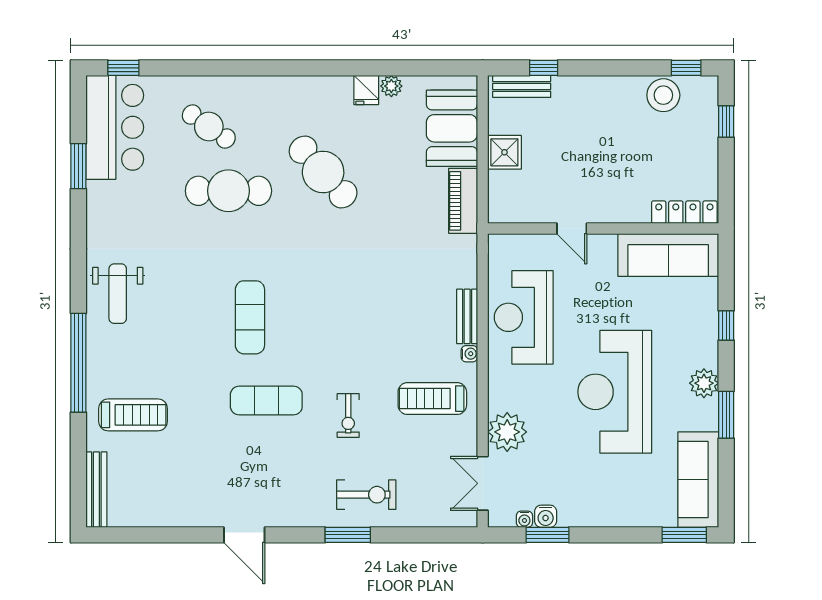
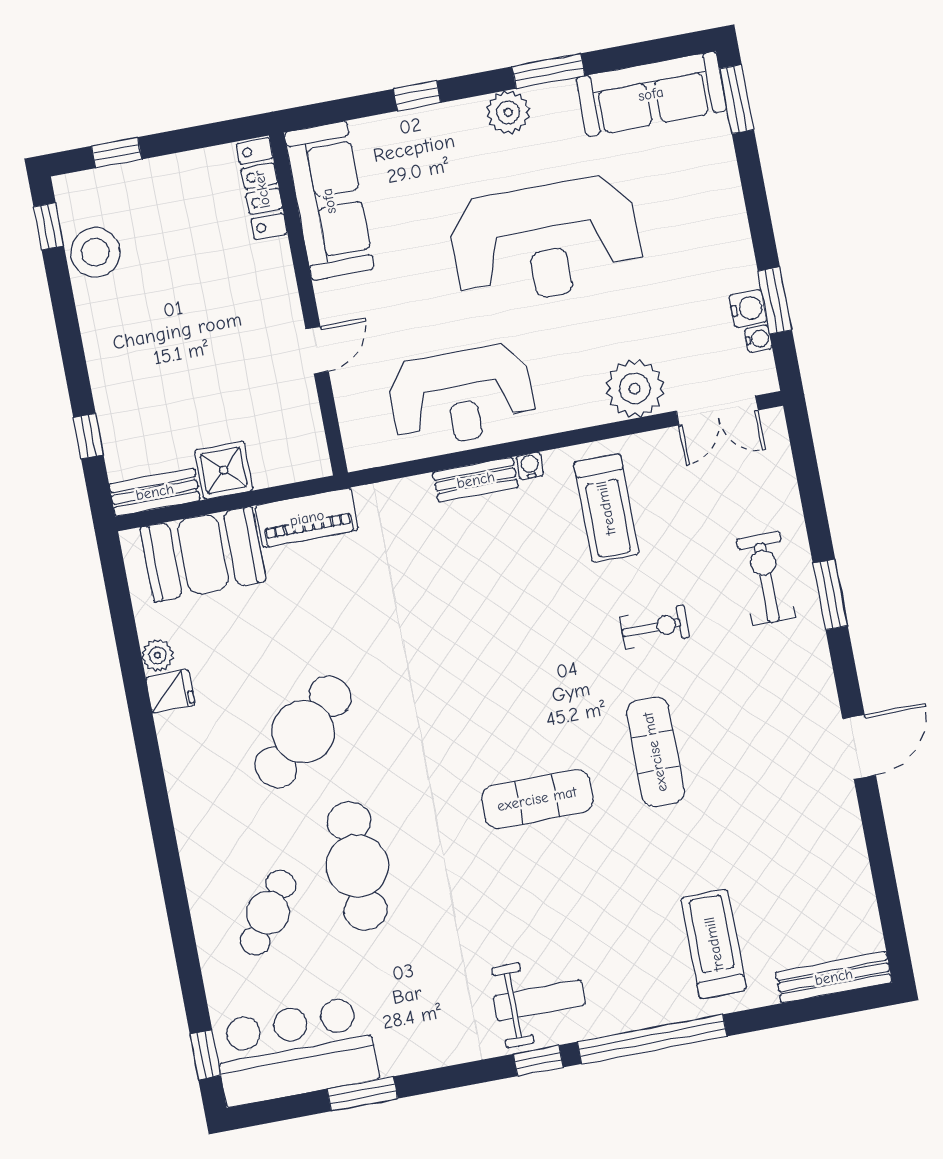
bench: (522, 86) -> (155, 492), moved, turned 90
window: (78, 285) -> (538, 1061), added

